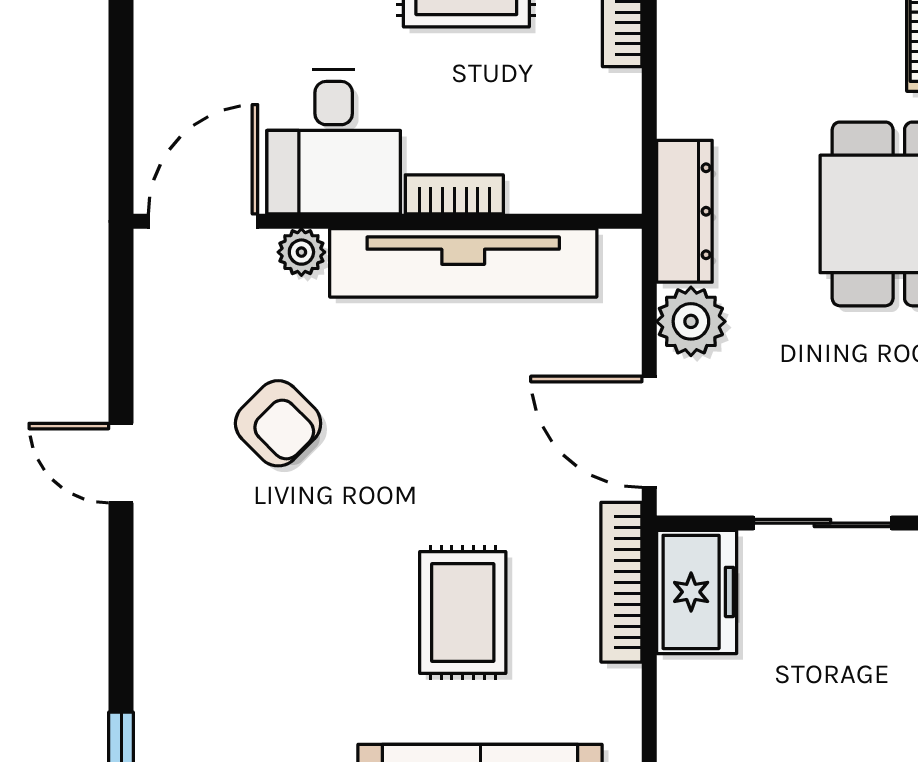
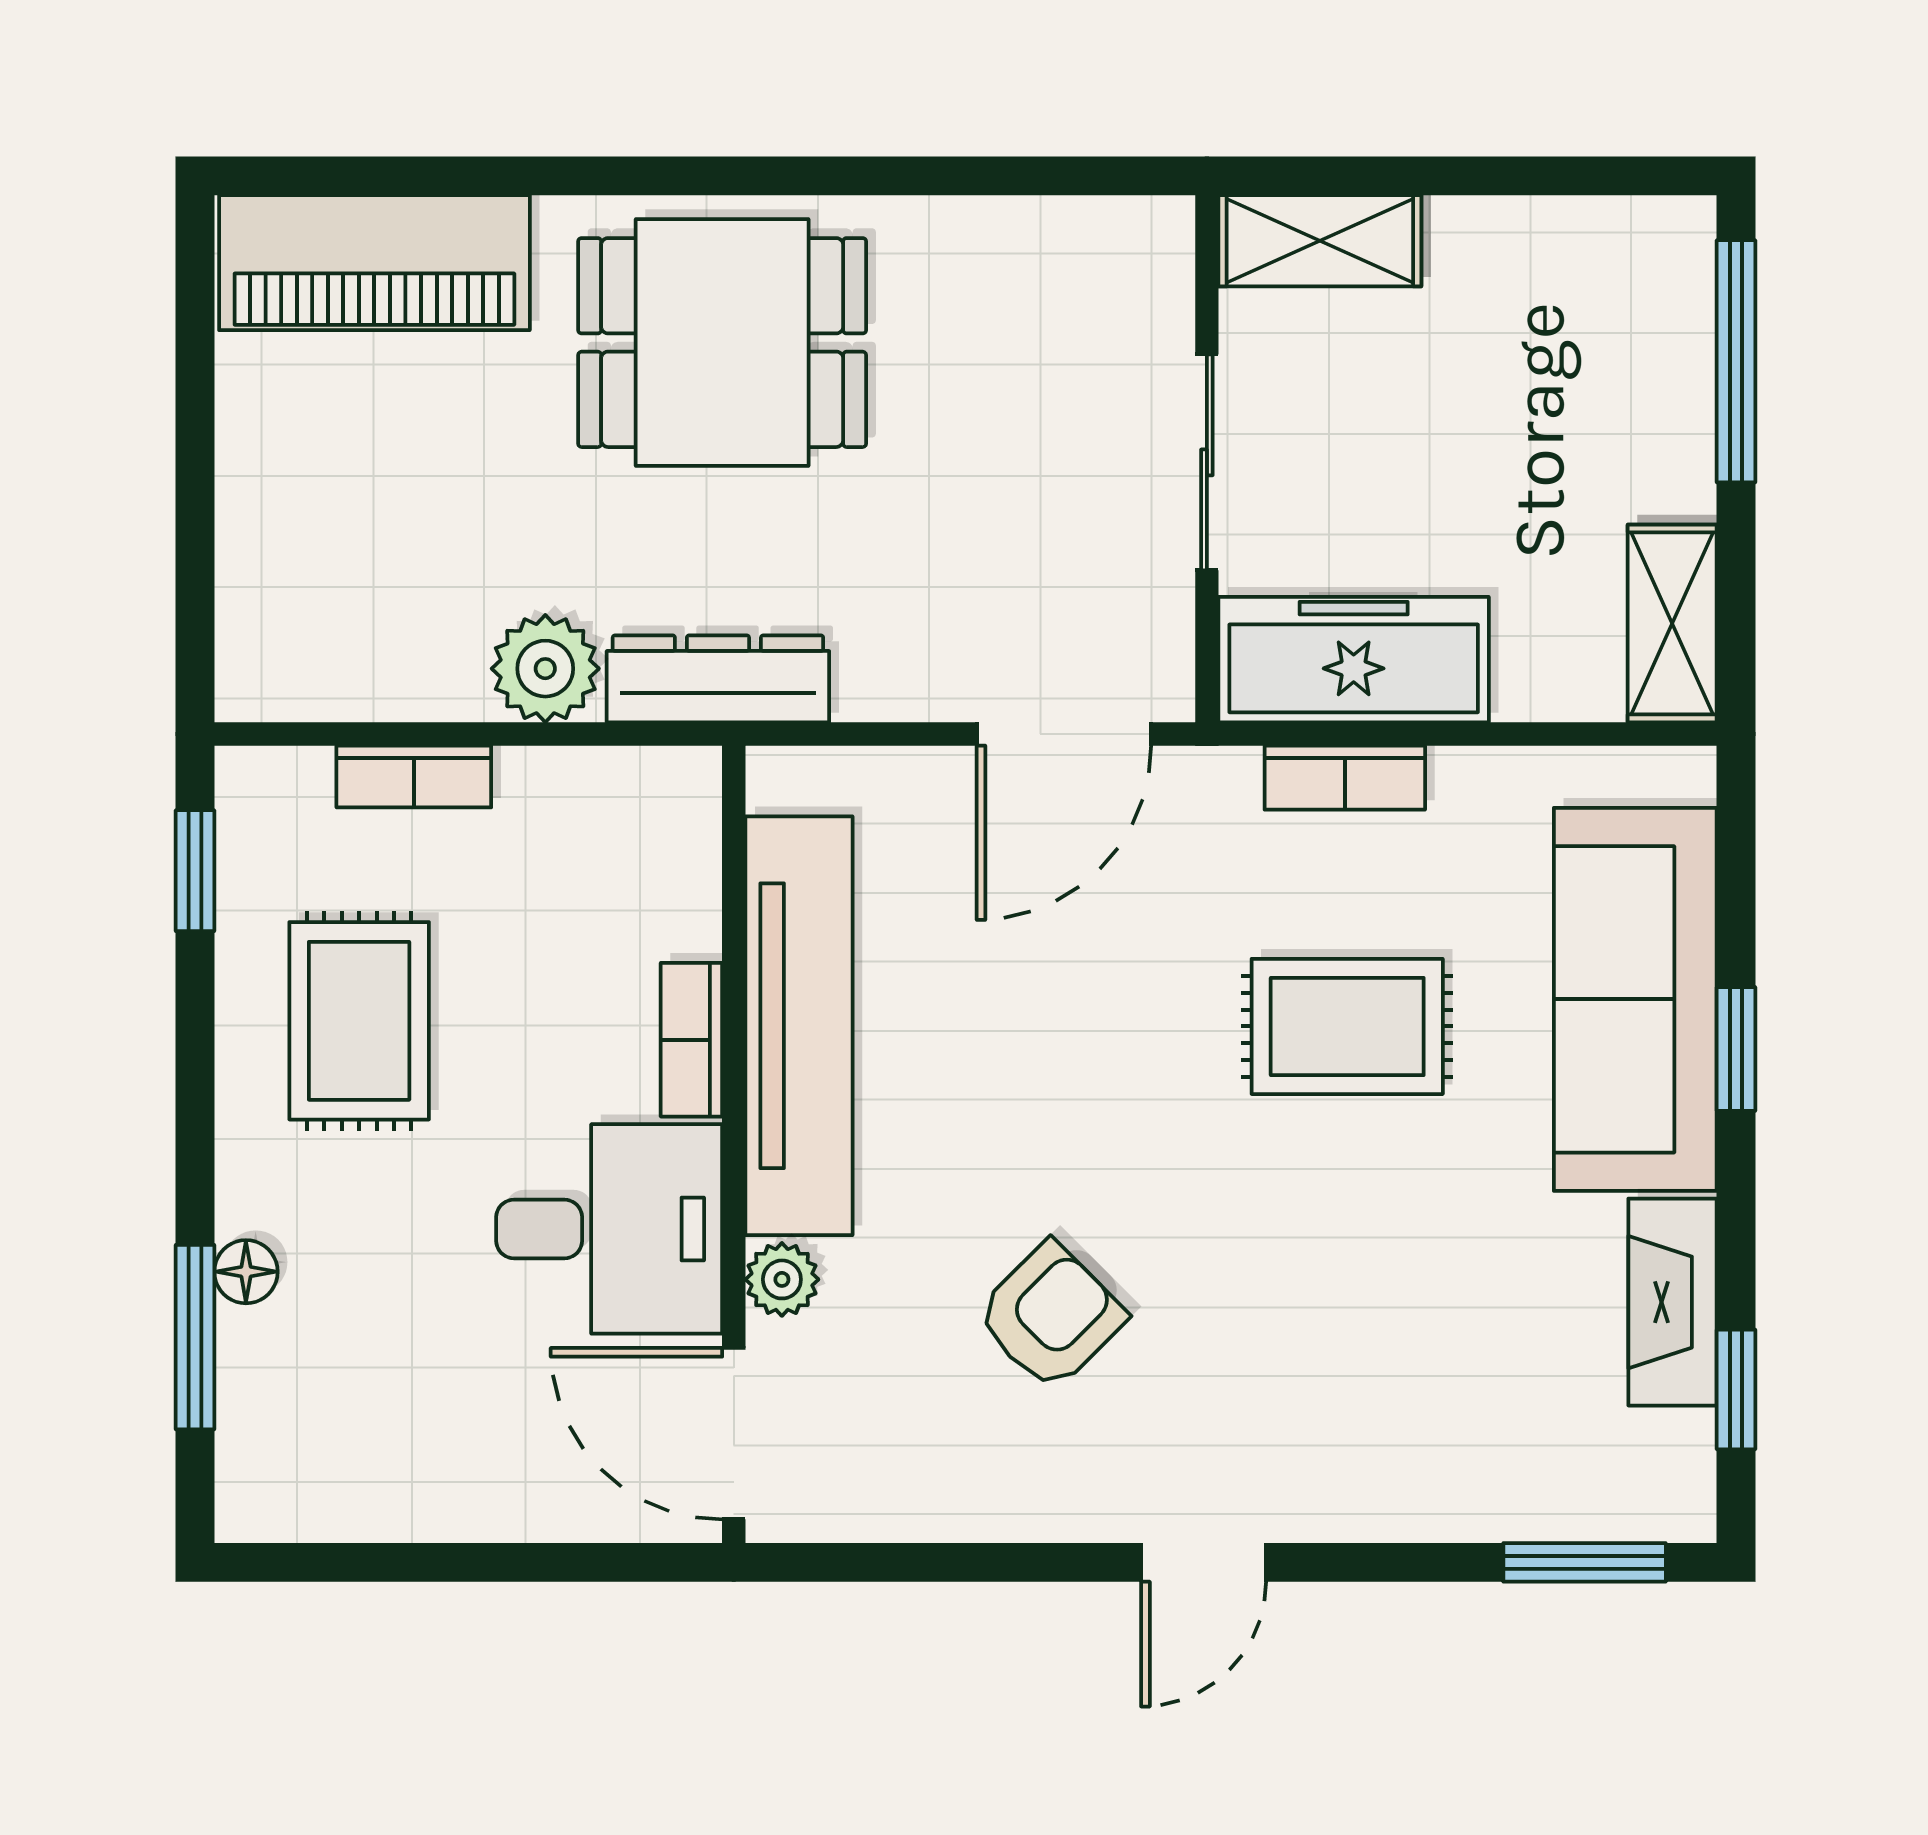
plant: (691, 321) -> (545, 669), moved
door: (121, 463) -> (1204, 1562), moved
bookcase: (621, 582) -> (1345, 778), width x0.64
freezer: (697, 592) -> (1354, 660), width x1.40

